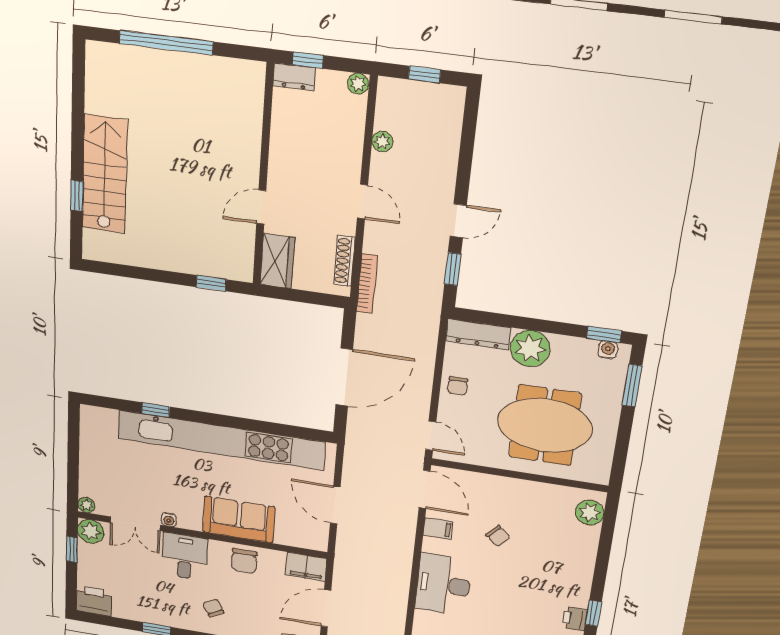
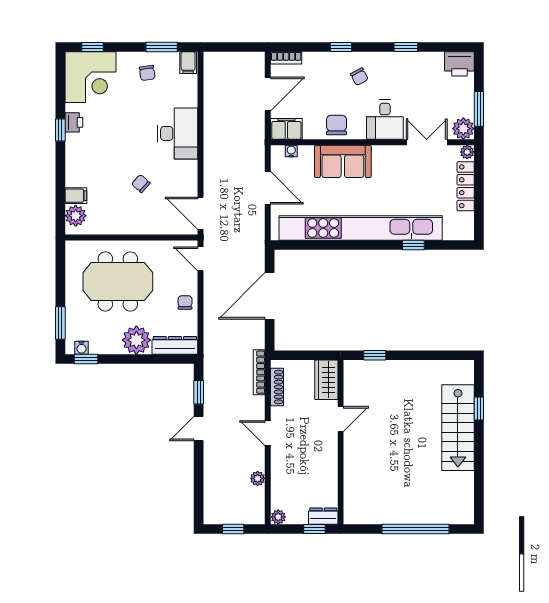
locker: (89, 467) -> (466, 186), added
water cooler: (169, 520) -> (291, 151), moved
filing cabinet: (438, 529) -> (76, 196), moved, turned 180
window: (72, 550) -> (479, 109), width x1.50

